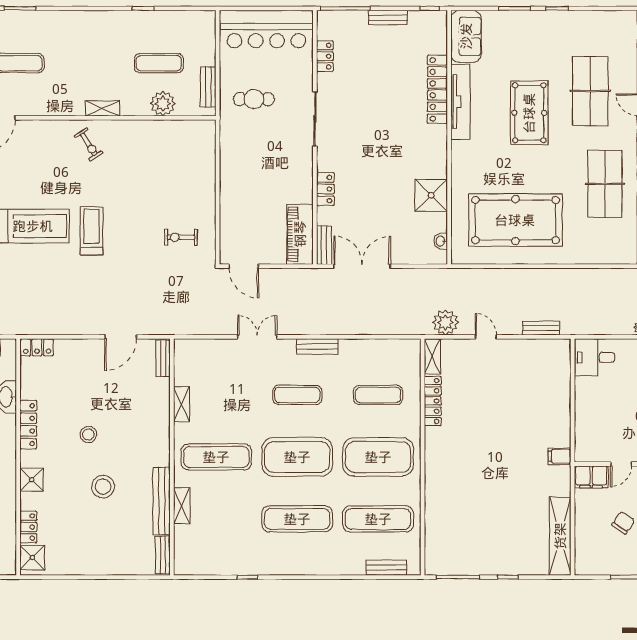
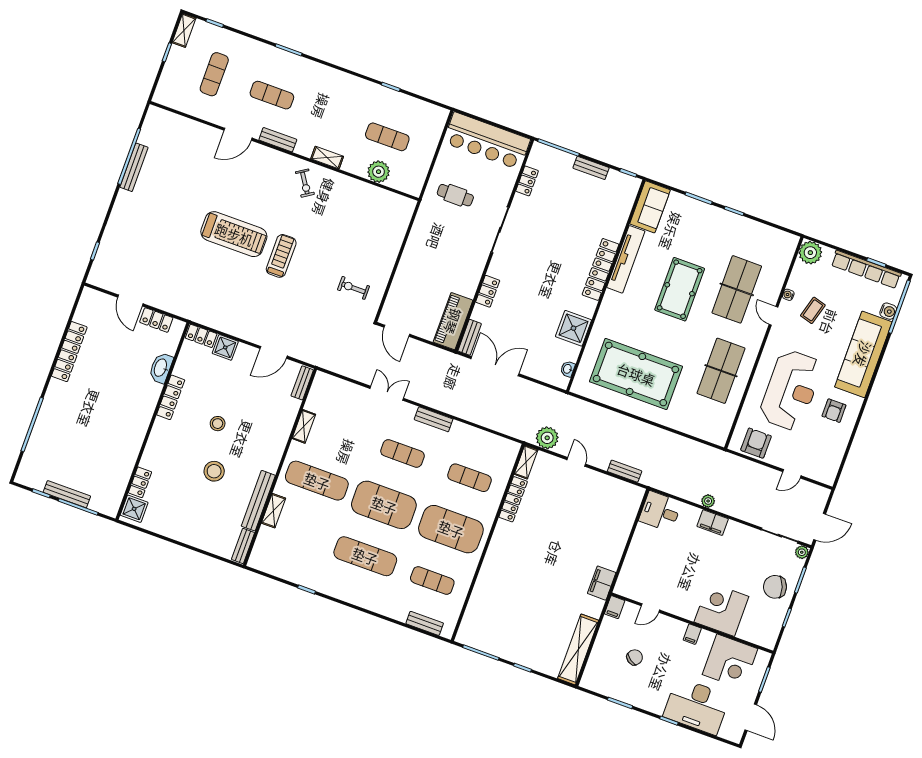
bench: (208, 87) -> (278, 140), moved, turned 90
locker: (437, 89) -> (600, 269), moved
filing cabinet: (560, 456) -> (602, 583), width x2.00
filing cabinet: (591, 477) -> (615, 607), width x0.50
shower: (32, 480) -> (225, 347), moved
exercise mat: (378, 519) -> (432, 581), width x0.73, depth x0.69

